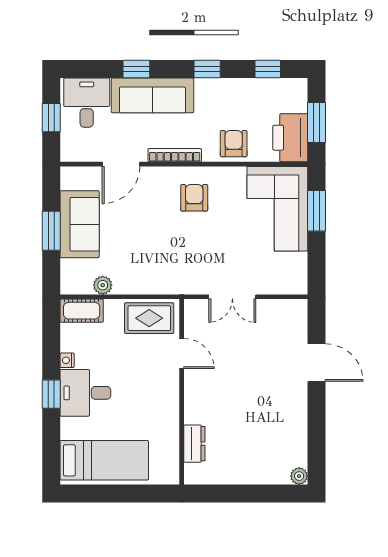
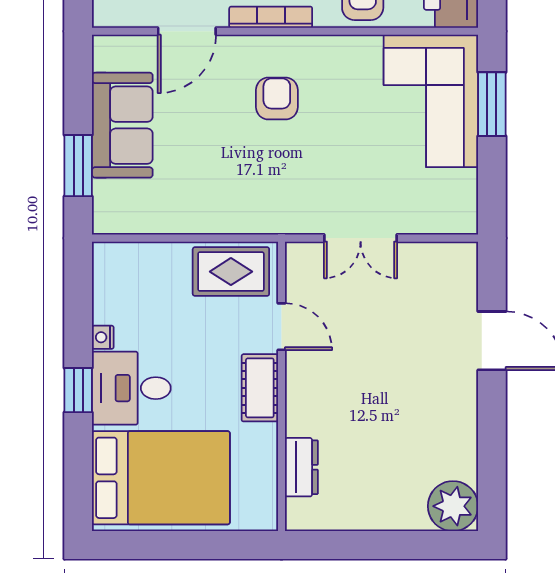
armchair: (194, 198) -> (277, 98), moved
window: (51, 231) -> (78, 166), moved
plant: (103, 285) -> (158, 220), removed
cot: (82, 311) -> (260, 388), moved, turned 90
bed: (104, 460) -> (161, 478), width x1.50
plant: (299, 476) -> (453, 506), width x1.88, depth x1.88

